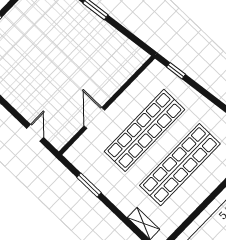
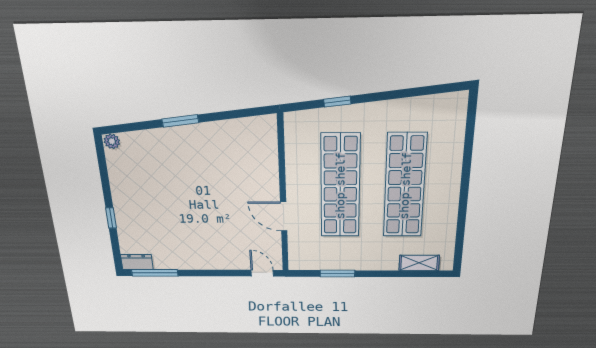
window: (176, 71) -> (337, 102), moved
door: (35, 133) -> (262, 273), moved

